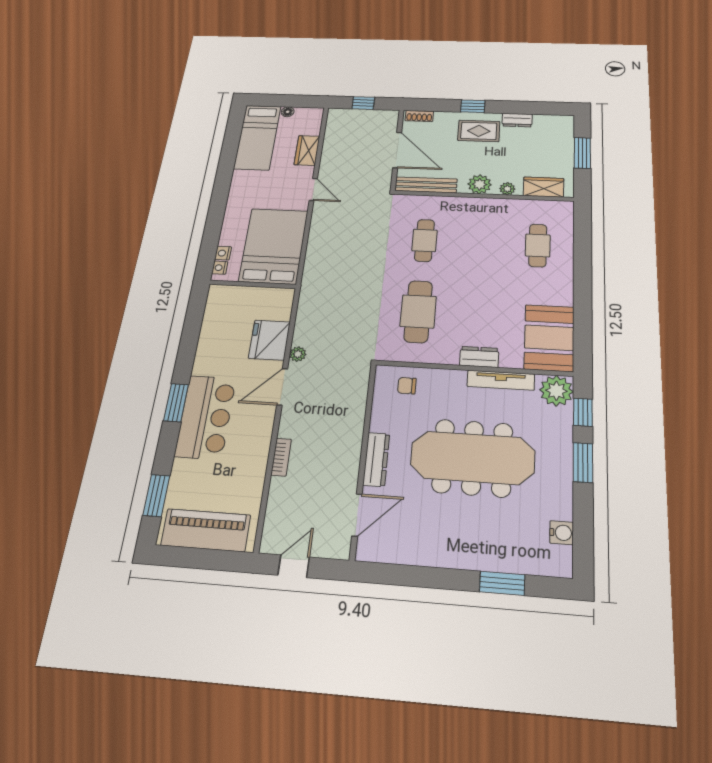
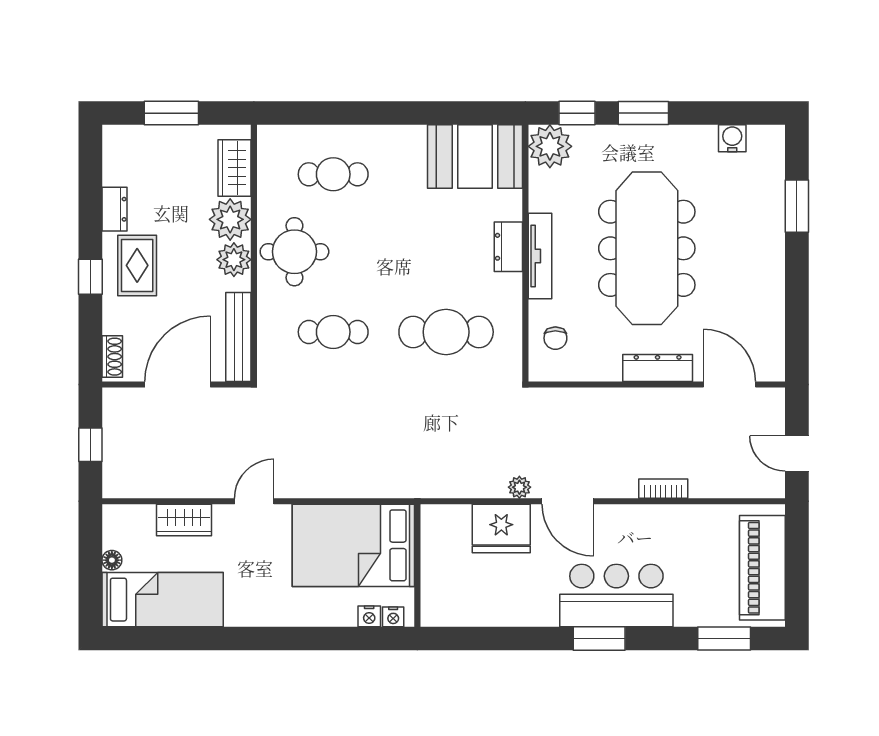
plant: (507, 189) -> (230, 219), width x1.88, depth x1.88
round table: (483, 220) -> (294, 252), added
tv unit: (501, 380) -> (540, 256), moved

